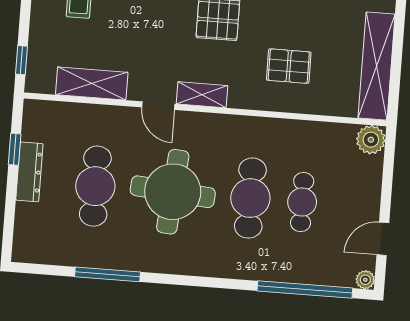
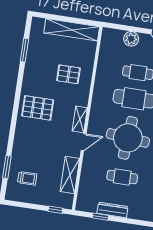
pallet: (289, 66) -> (68, 74), turned 90
plant: (371, 140) -> (131, 39), moved
cafe table: (95, 186) -> (122, 177), width x0.73, depth x0.74

